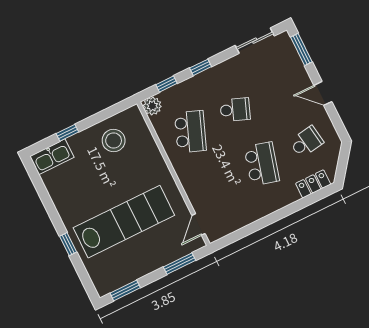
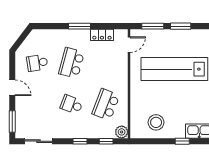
locker: (313, 184) -> (102, 35), moved
window: (275, 217) -> (79, 26), added
window: (125, 290) -> (181, 26), moved

